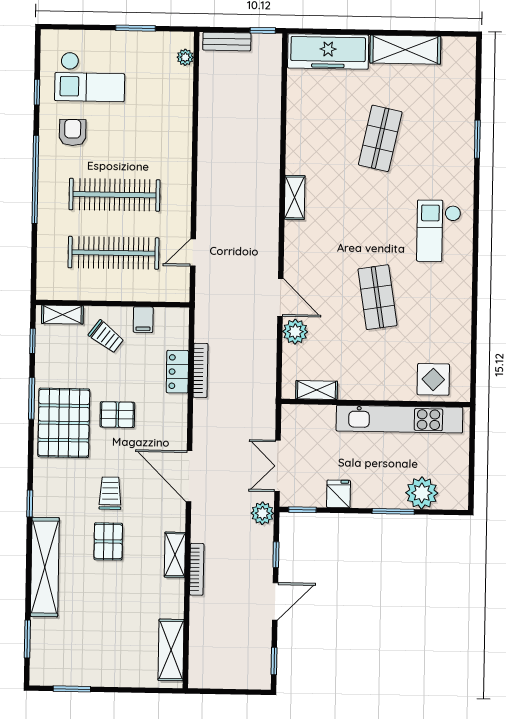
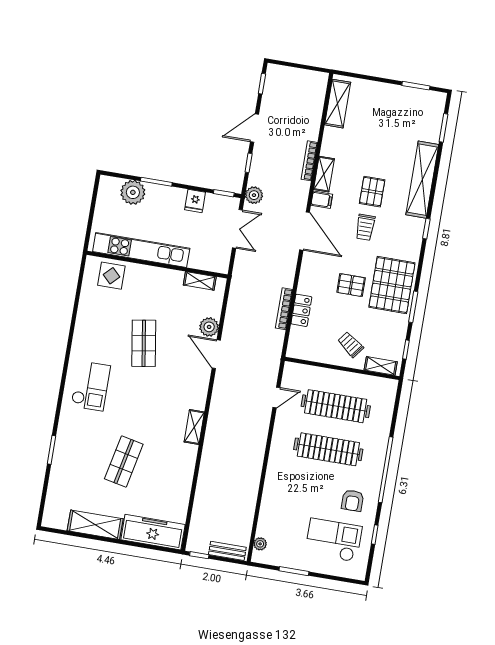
filing cabinet: (143, 320) -> (322, 200), moved, turned 90

